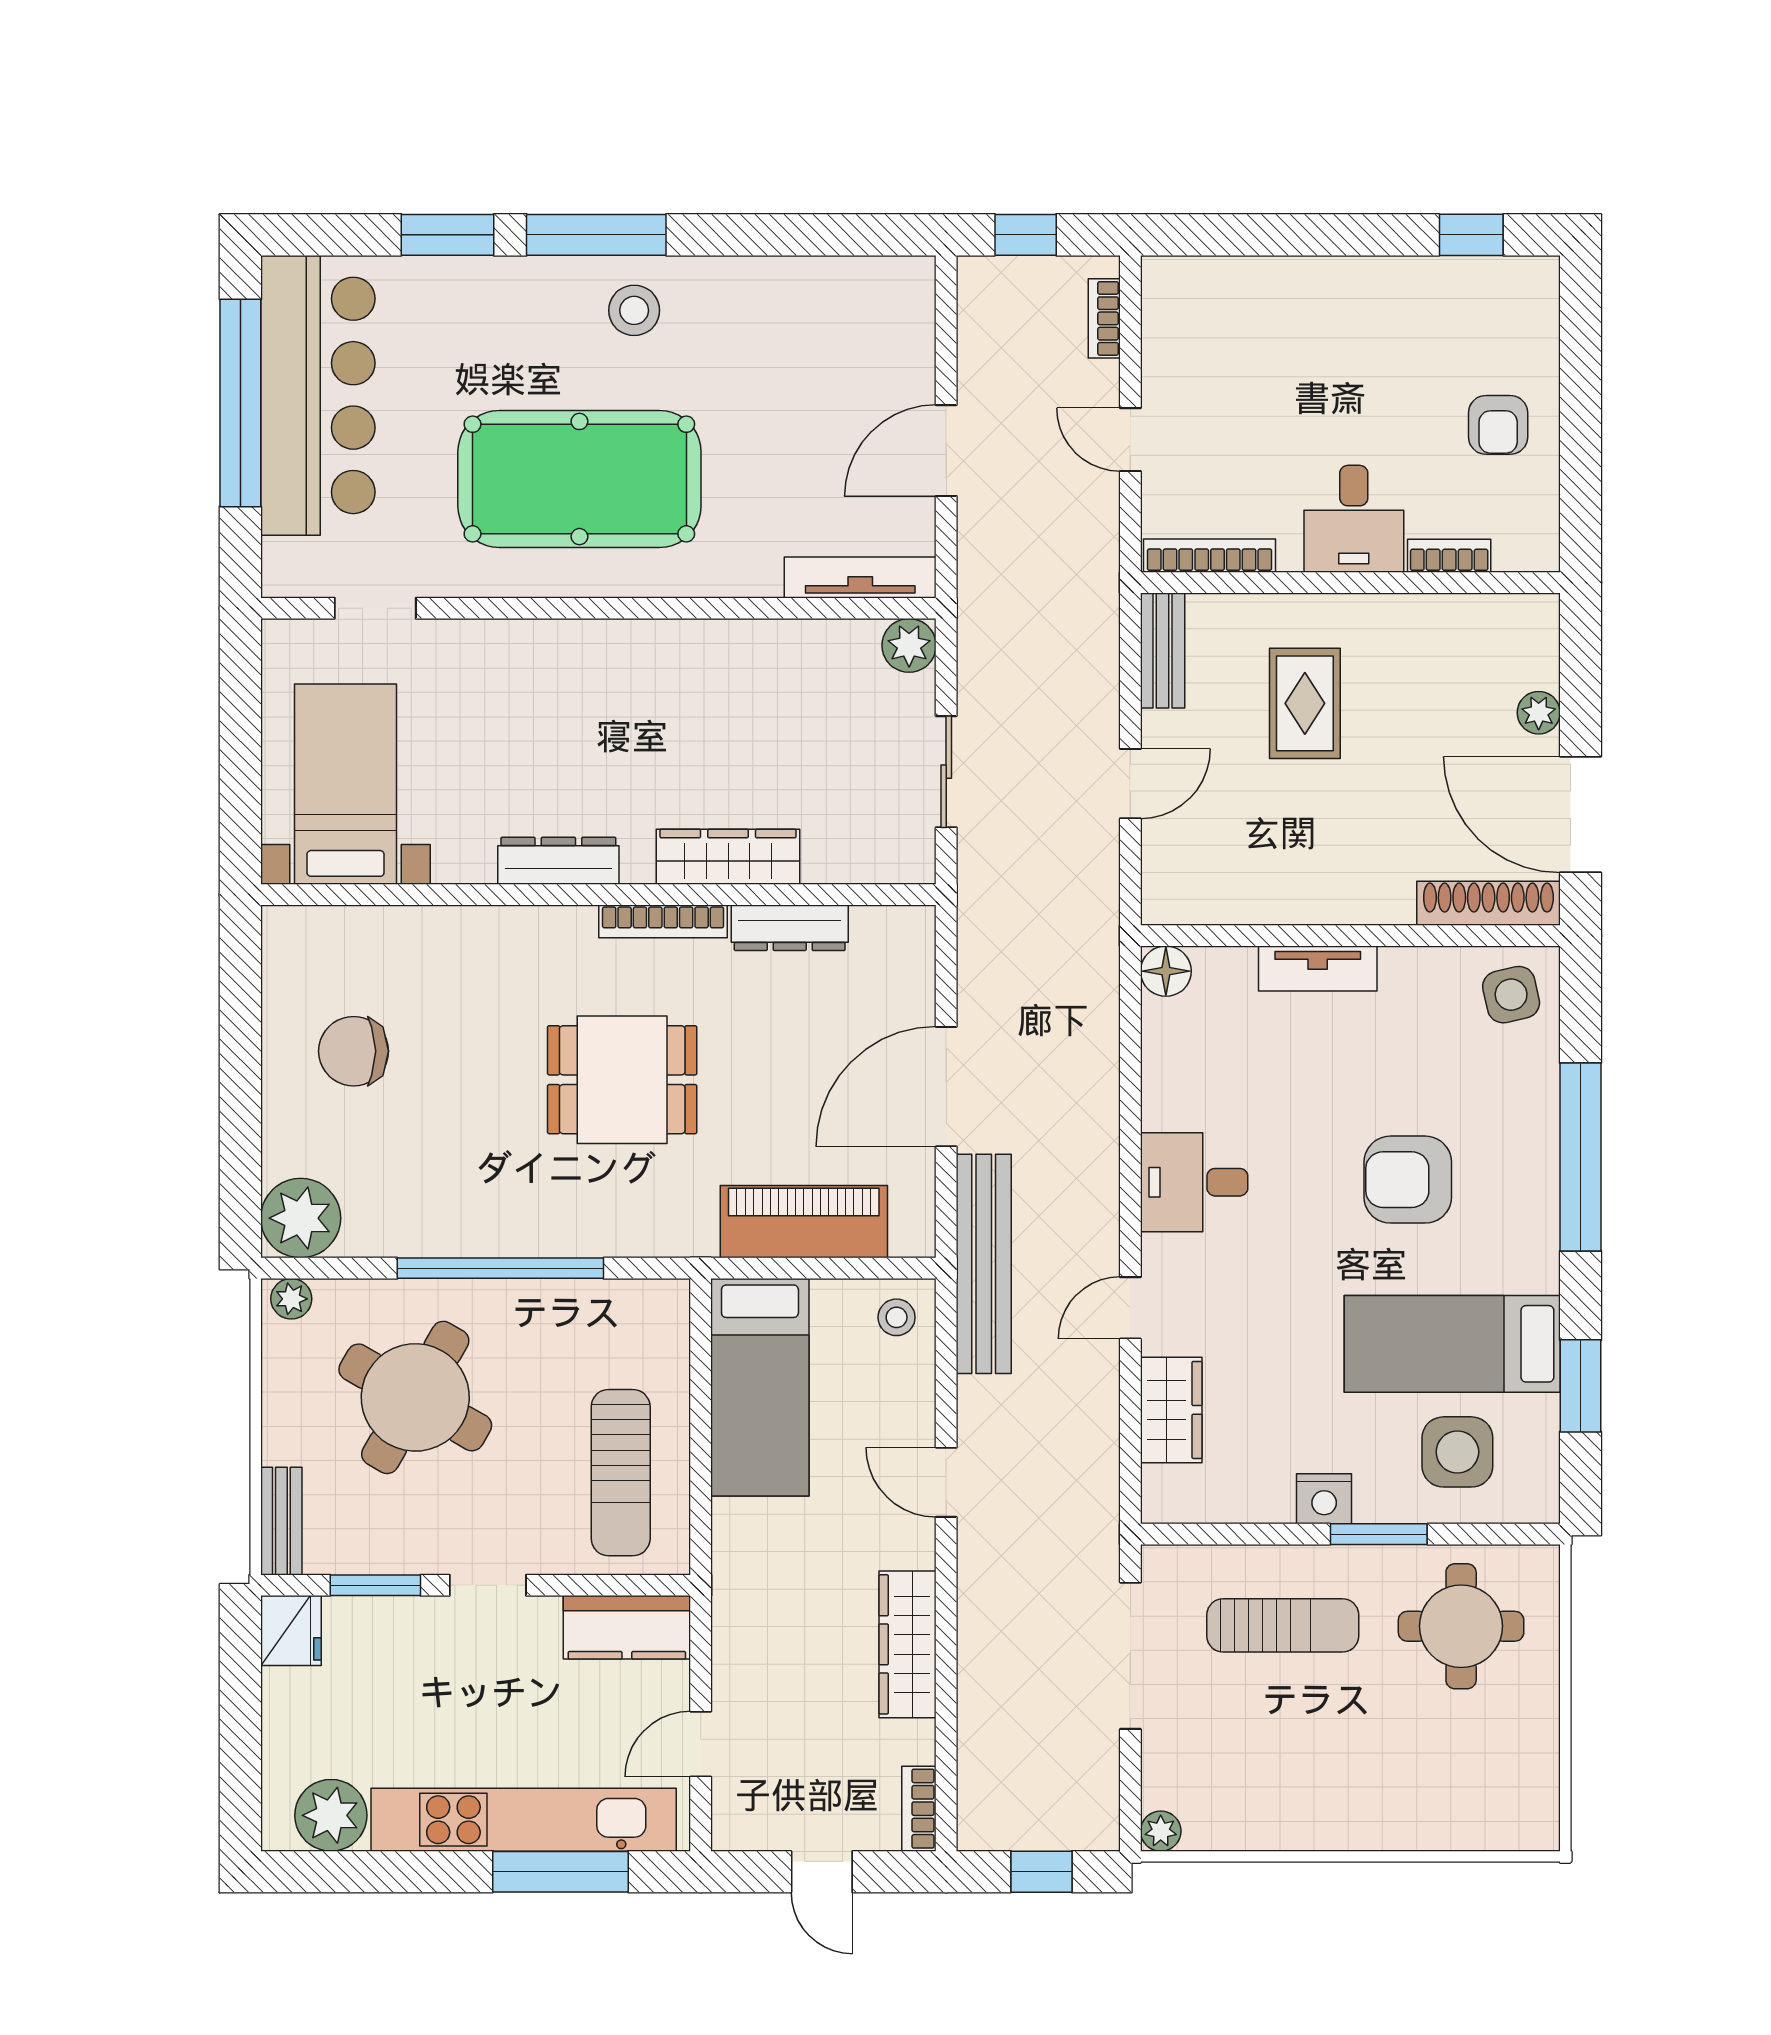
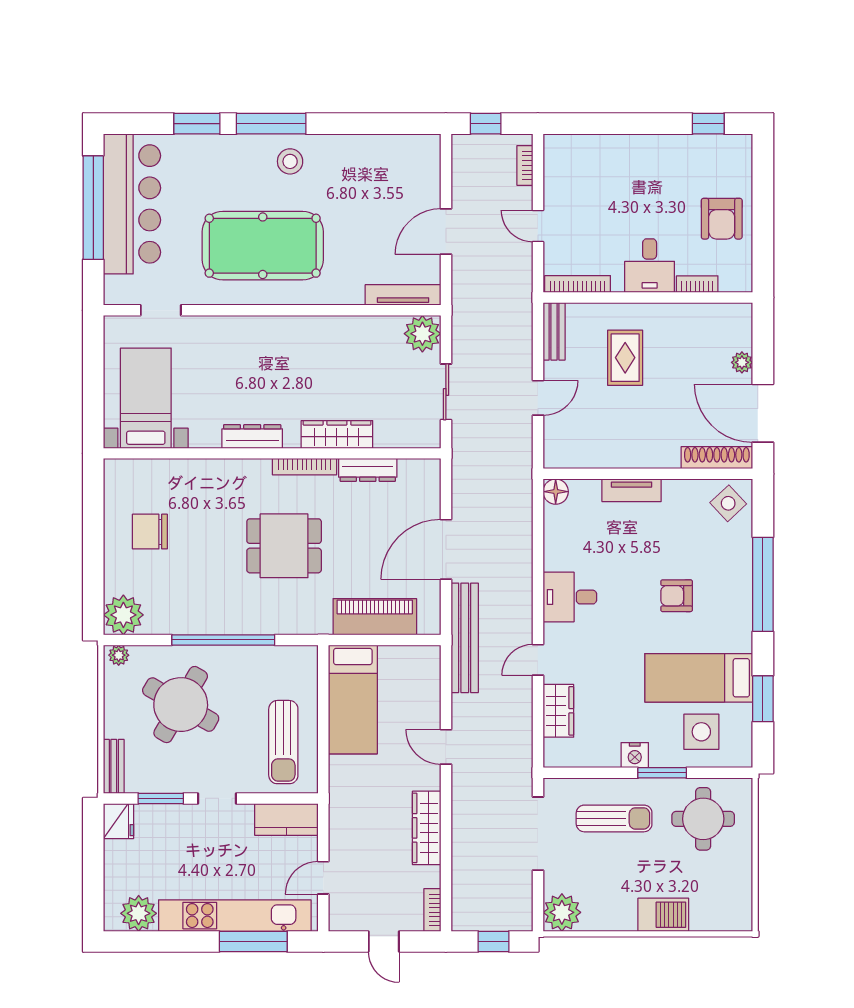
armchair: (1498, 425) -> (722, 219), width x1.38, depth x1.38
plant: (909, 645) -> (422, 334), width x1.36, depth x1.36
side table: (1511, 995) -> (728, 503), turned -30
armchair: (1408, 1180) -> (677, 596), width x0.72, depth x0.72
stool: (897, 1317) -> (421, 665), removed
barbecue: (1381, 1818) -> (663, 915), added
plant: (1161, 1831) -> (562, 912), width x1.87, depth x1.87

